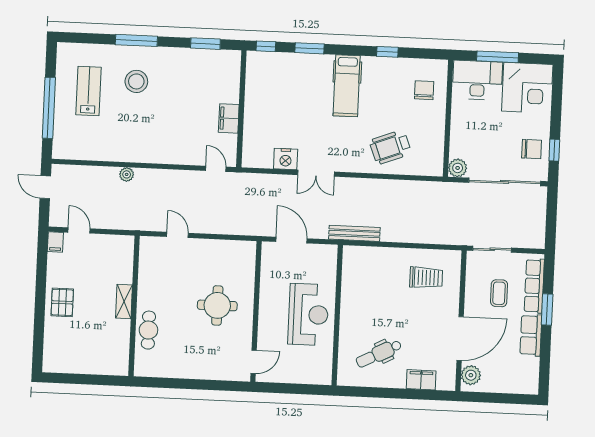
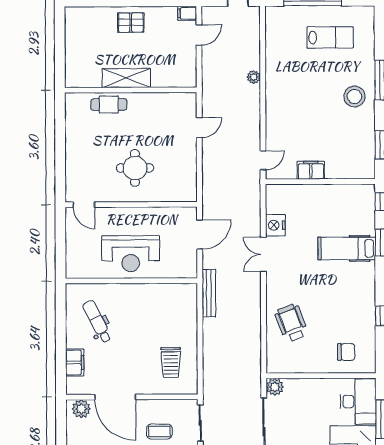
stool: (136, 81) -> (354, 97), moved
hospital bed: (347, 86) -> (347, 248), moved
shelving: (124, 302) -> (126, 78), width x1.50, depth x1.33

